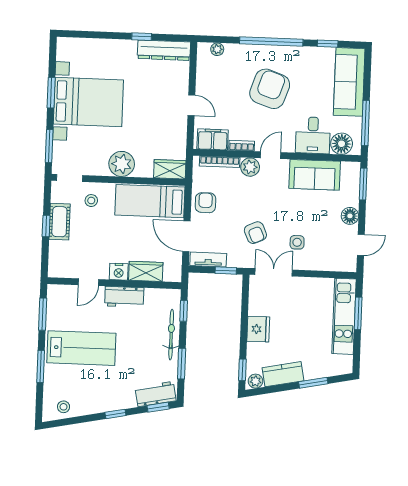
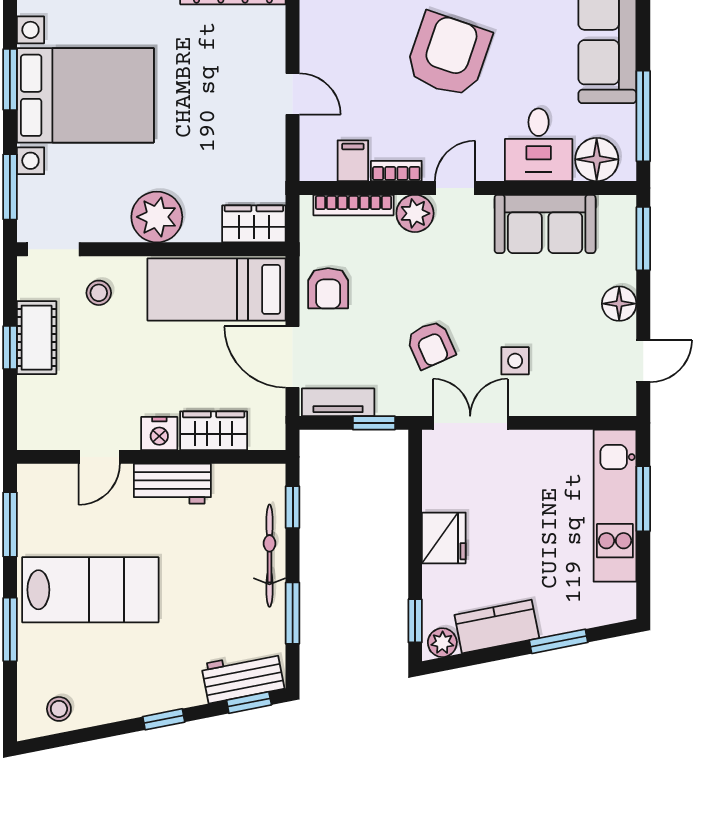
filing cabinet: (213, 139) -> (353, 161), width x0.50
armchair: (205, 203) -> (328, 288), turned 180

